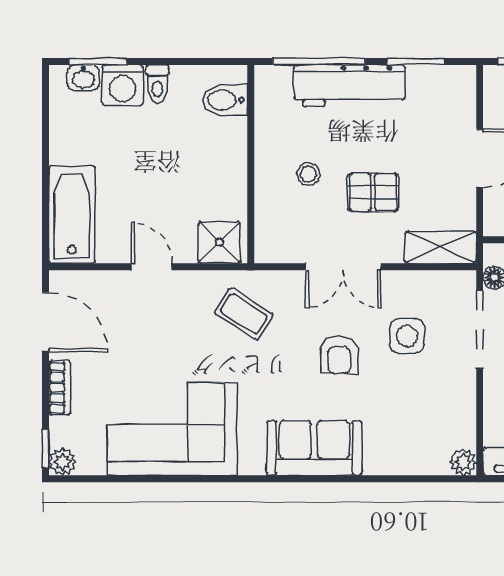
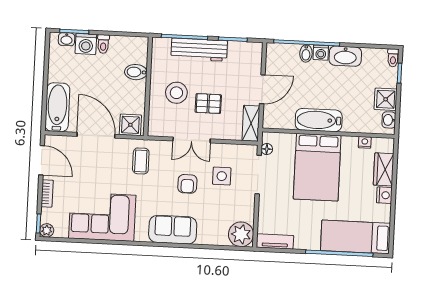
bidet: (225, 100) -> (136, 72), moved
stool: (308, 174) -> (176, 93), width x1.89, depth x1.89
shelving: (441, 247) -> (251, 123), moved, turned 90
door: (152, 267) -> (96, 135), width x1.87
coffee table: (244, 314) -> (141, 161), turned 57
plant: (463, 462) -> (241, 234), width x1.87, depth x1.87

